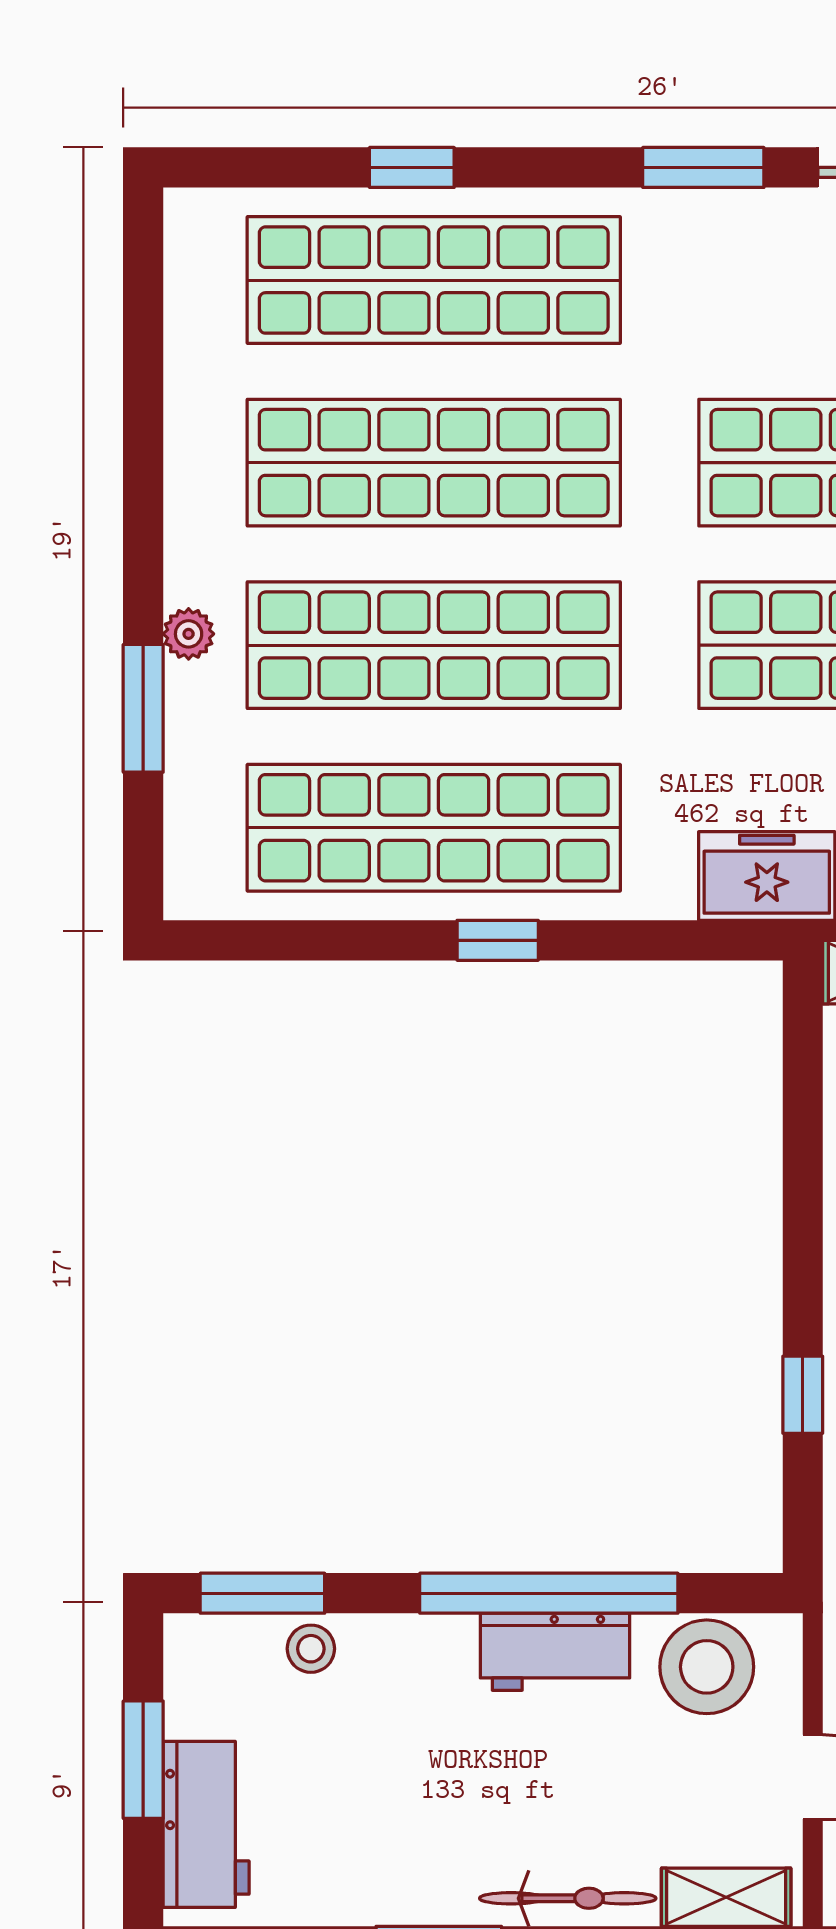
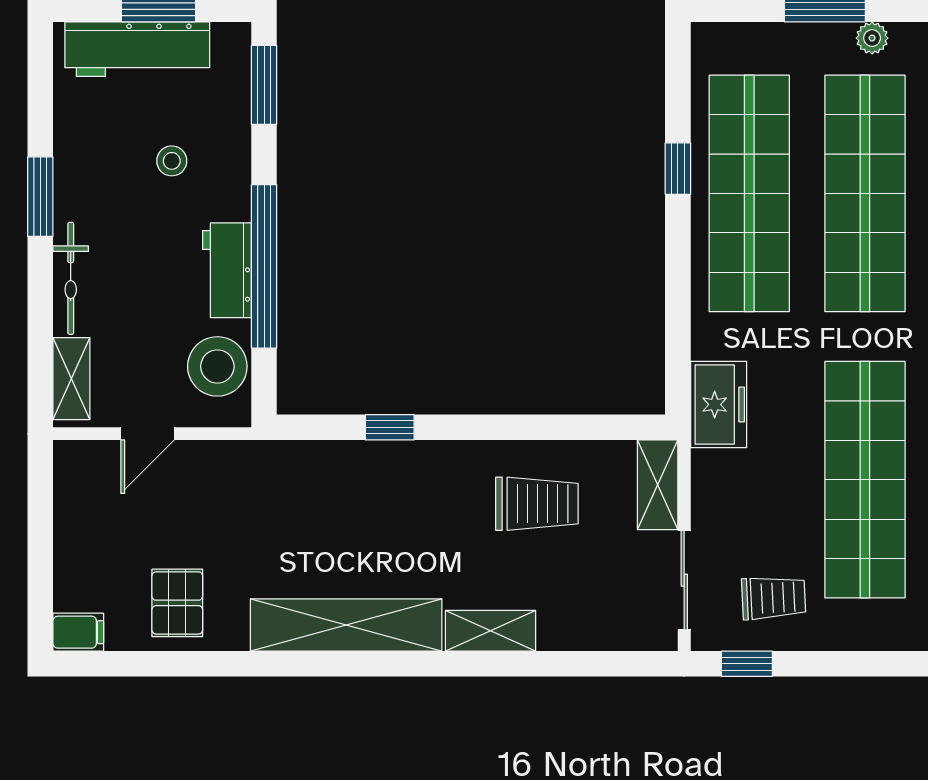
window: (498, 940) -> (678, 169), moved
stool: (311, 1649) -> (172, 161), moved
workbench: (206, 1824) -> (137, 49), width x1.38

